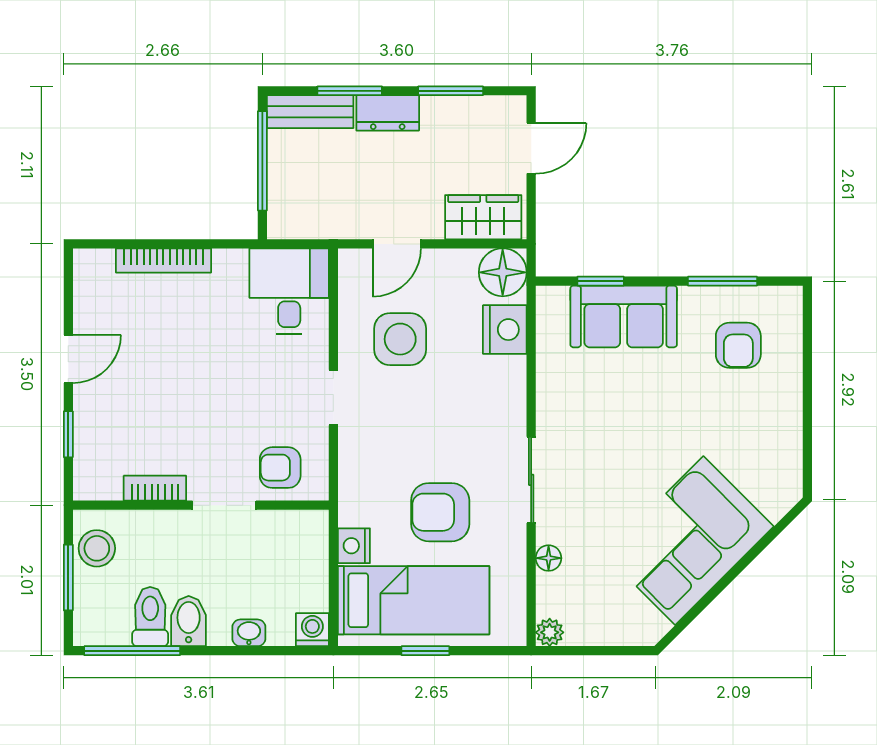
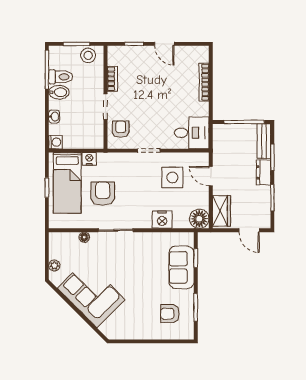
nightstand: (505, 330) -> (162, 220), moved
plant: (550, 632) -> (54, 265), moved

